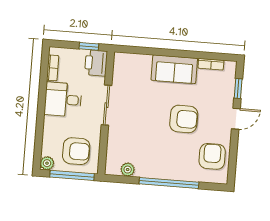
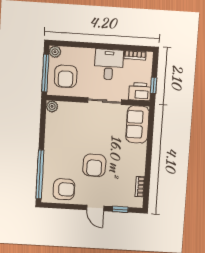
sofa: (174, 69) -> (137, 124), moved
plant: (128, 170) -> (52, 106), moved
window: (169, 183) -> (40, 174), moved

